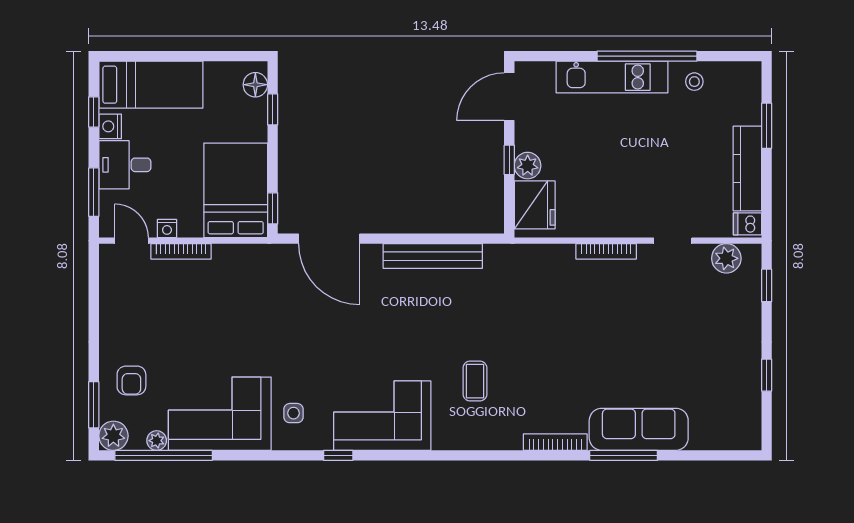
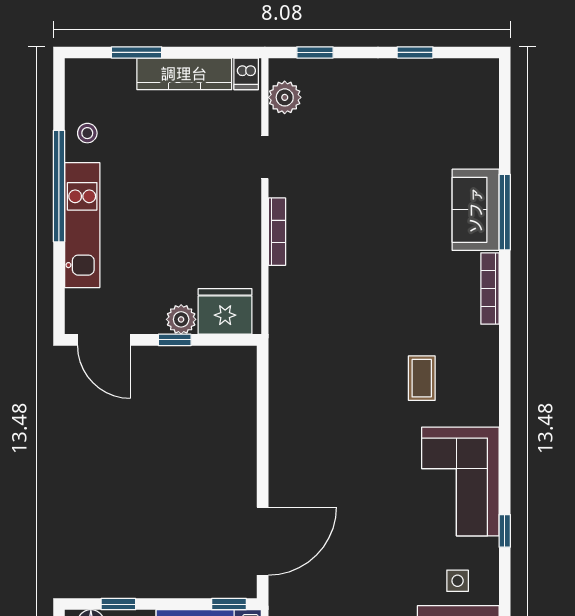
bench: (433, 256) -> (282, 425), removed
coffee table: (475, 381) -> (422, 378), turned 90
sofa: (639, 429) -> (476, 210), width x0.73

